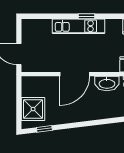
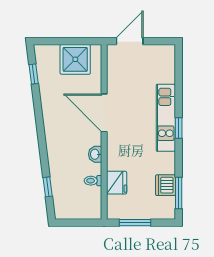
washbasin: (107, 83) -> (95, 154), width x0.52, depth x0.69
shower: (33, 109) -> (75, 59), moved

